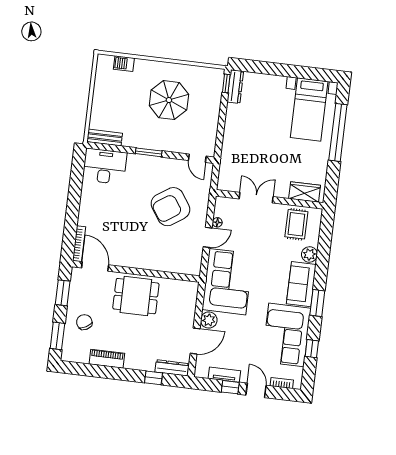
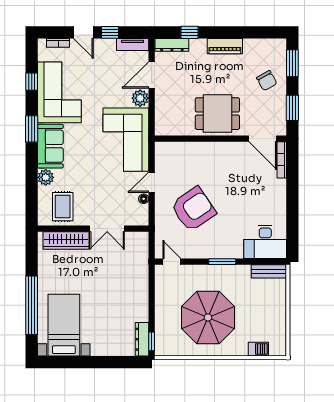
parasol: (169, 100) -> (208, 317), width x1.36, depth x1.36
wardrobe: (305, 192) -> (66, 241), width x1.50
piano: (107, 359) -> (225, 46), moved
tv unit: (224, 375) -> (133, 44), moved

